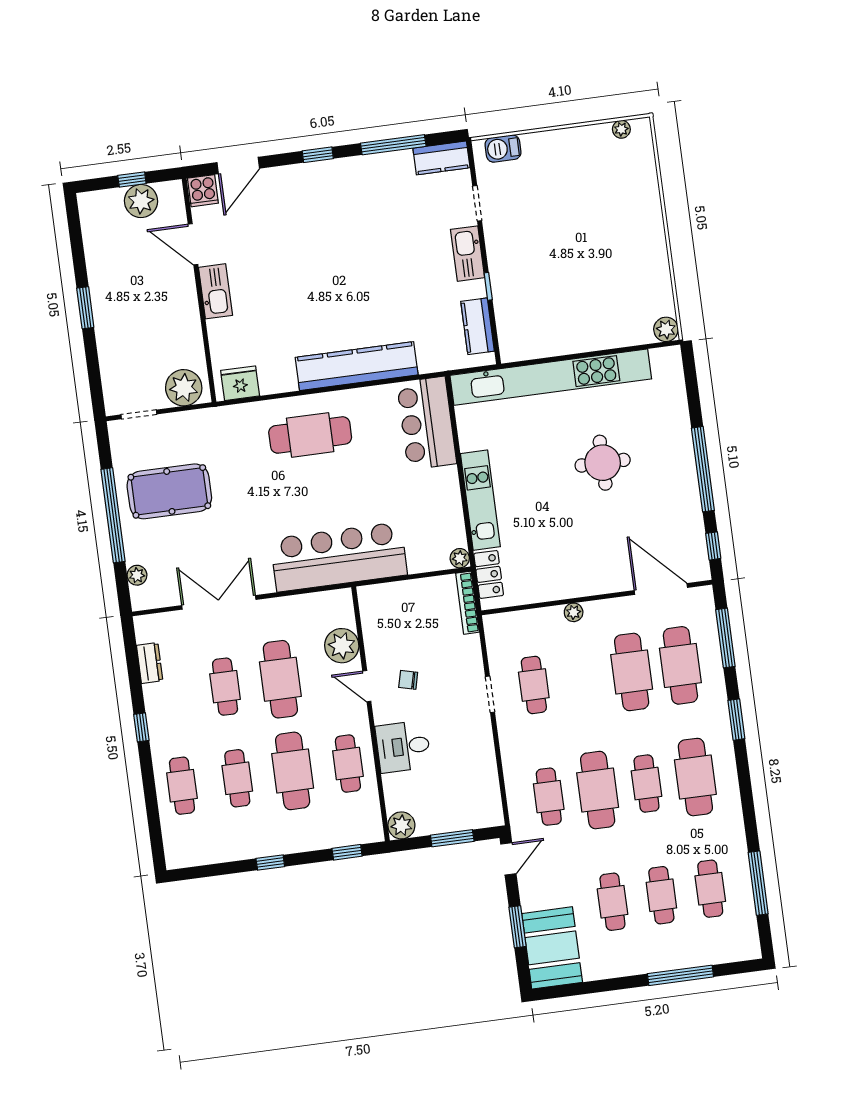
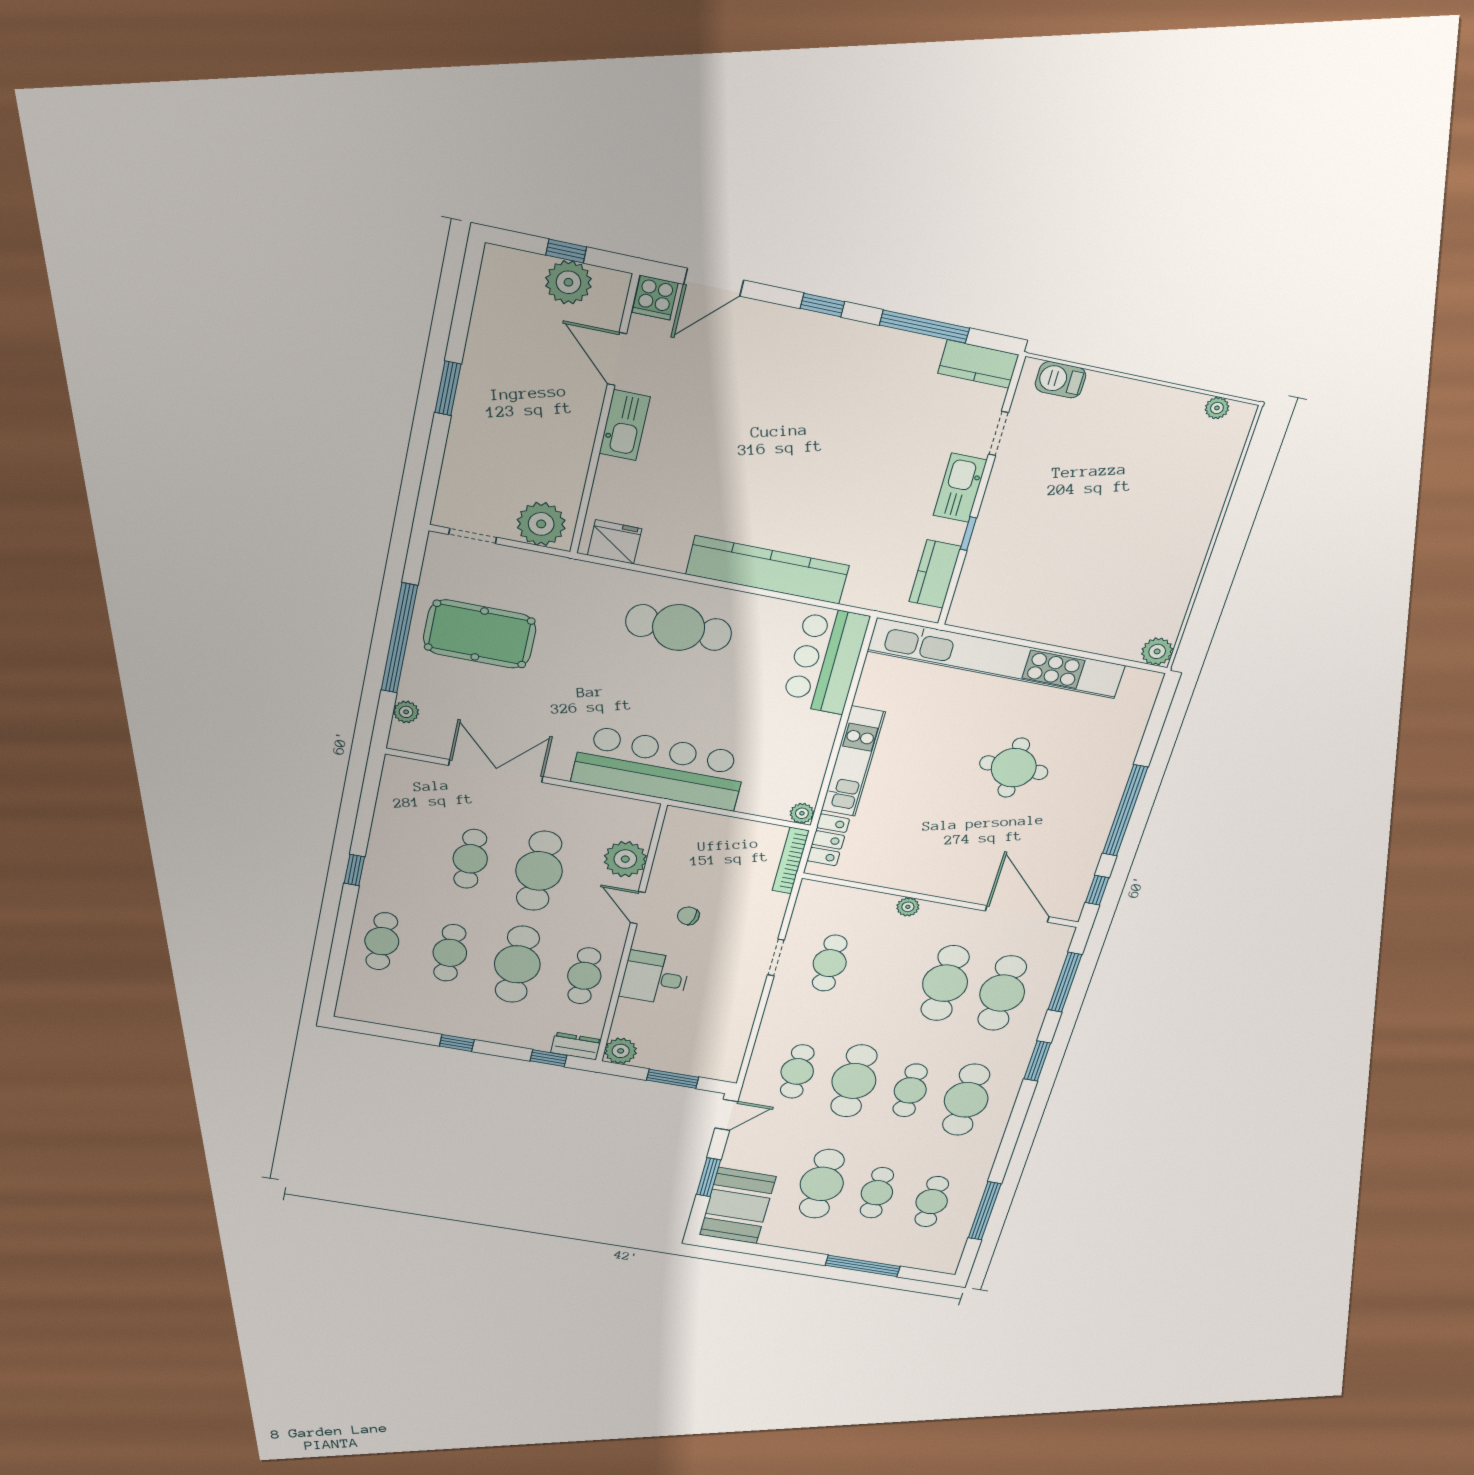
dresser: (150, 663) -> (576, 1046), moved, turned -90
cafe table: (612, 902) -> (822, 1184), width x1.37, depth x1.35

